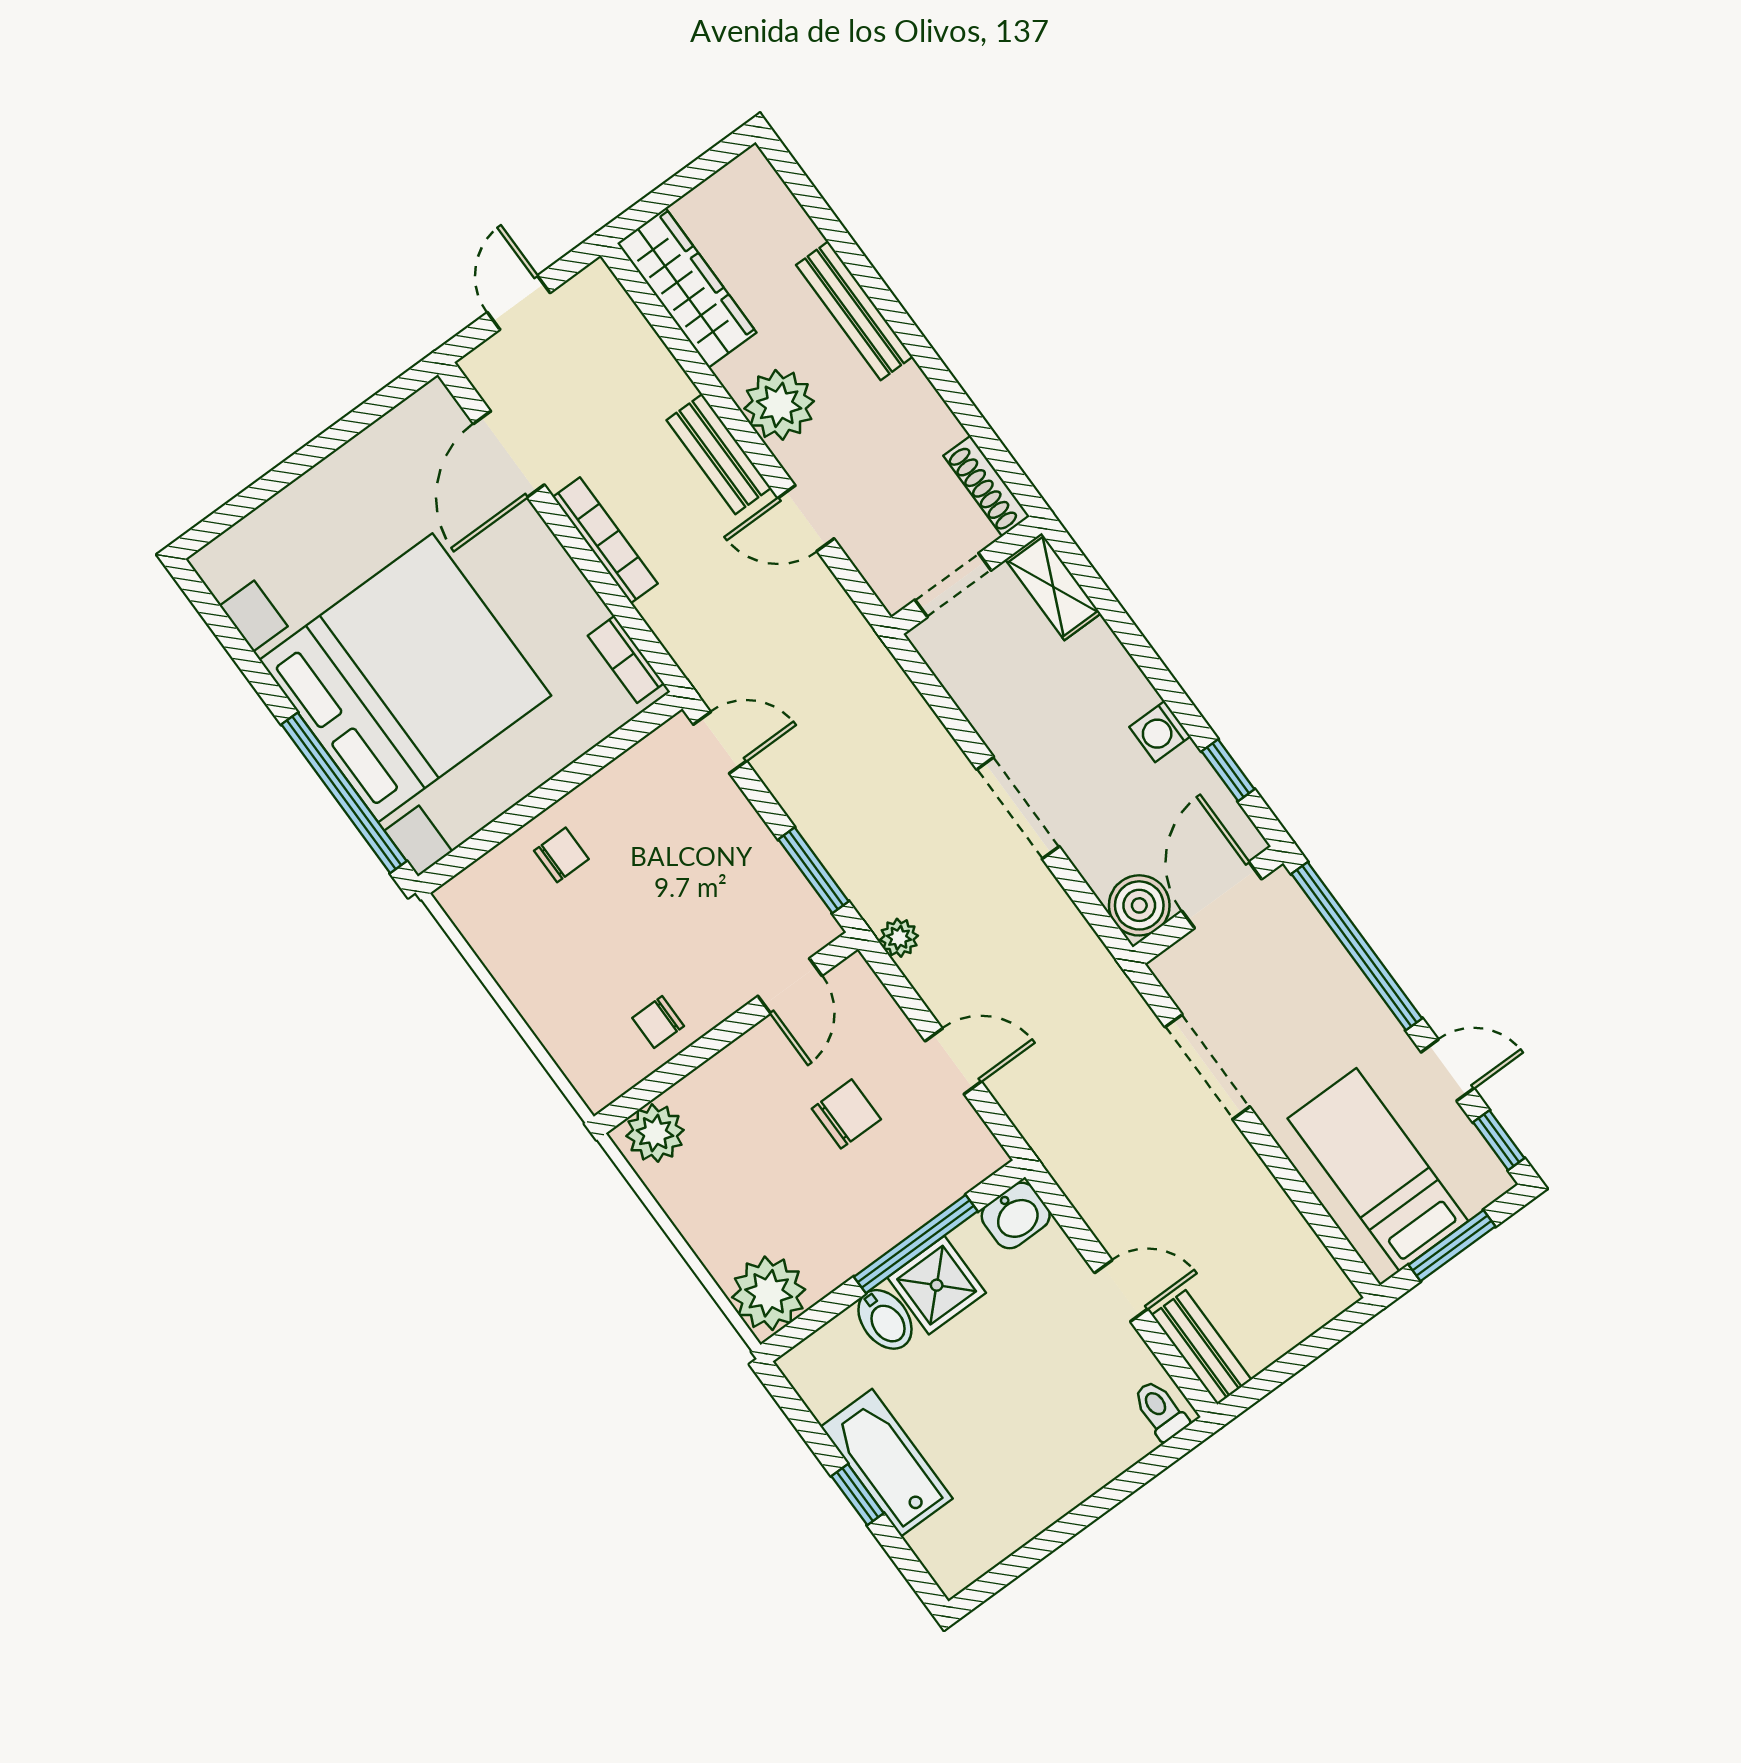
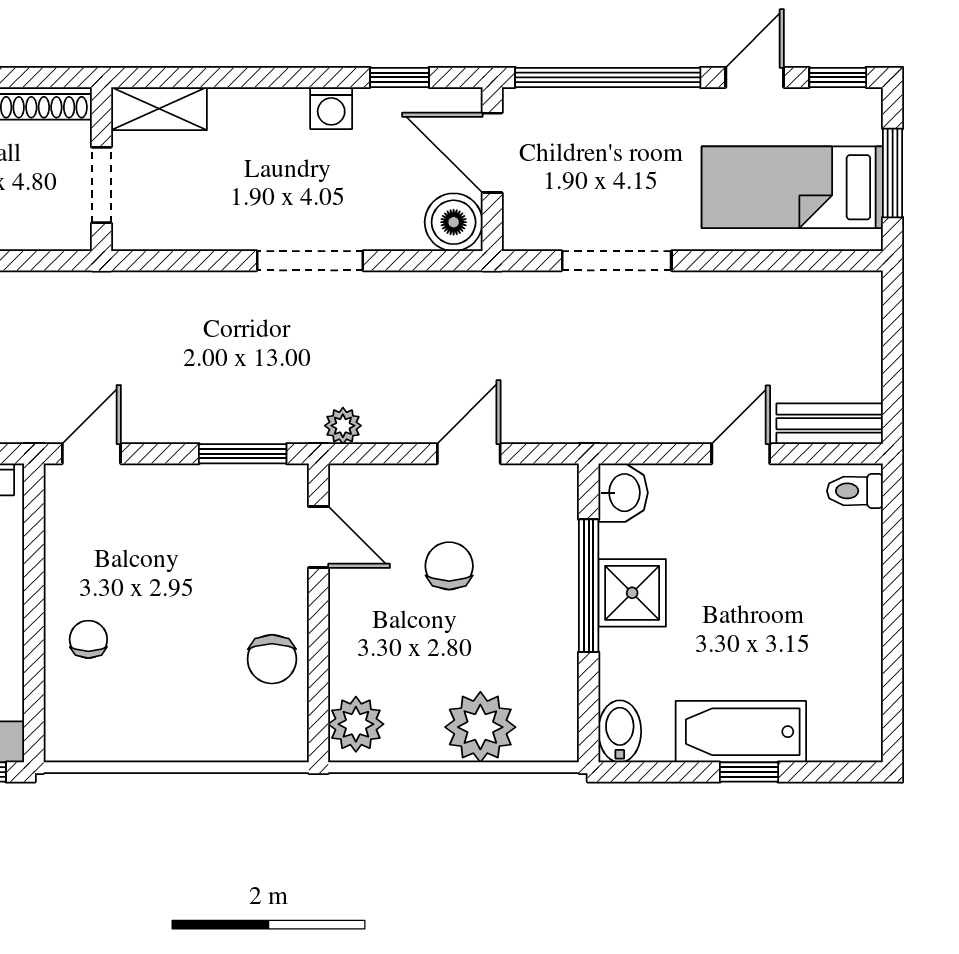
chair: (658, 1022) -> (272, 659), width x1.37, depth x1.37
plant: (769, 1293) -> (480, 727), moved
bidet: (885, 1319) -> (620, 731), moved, turned -90

